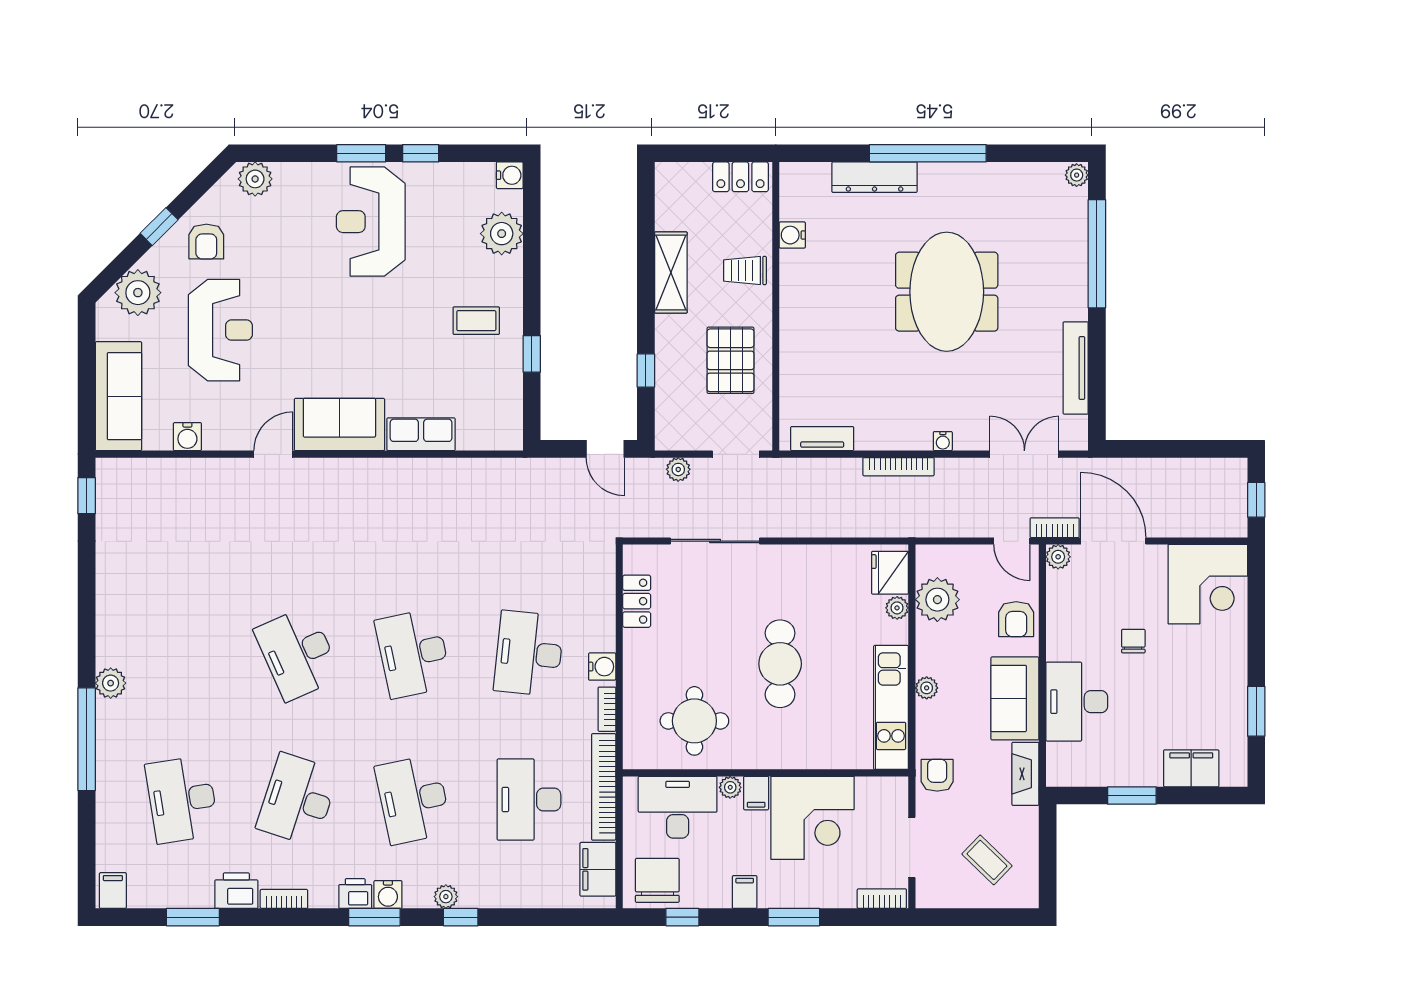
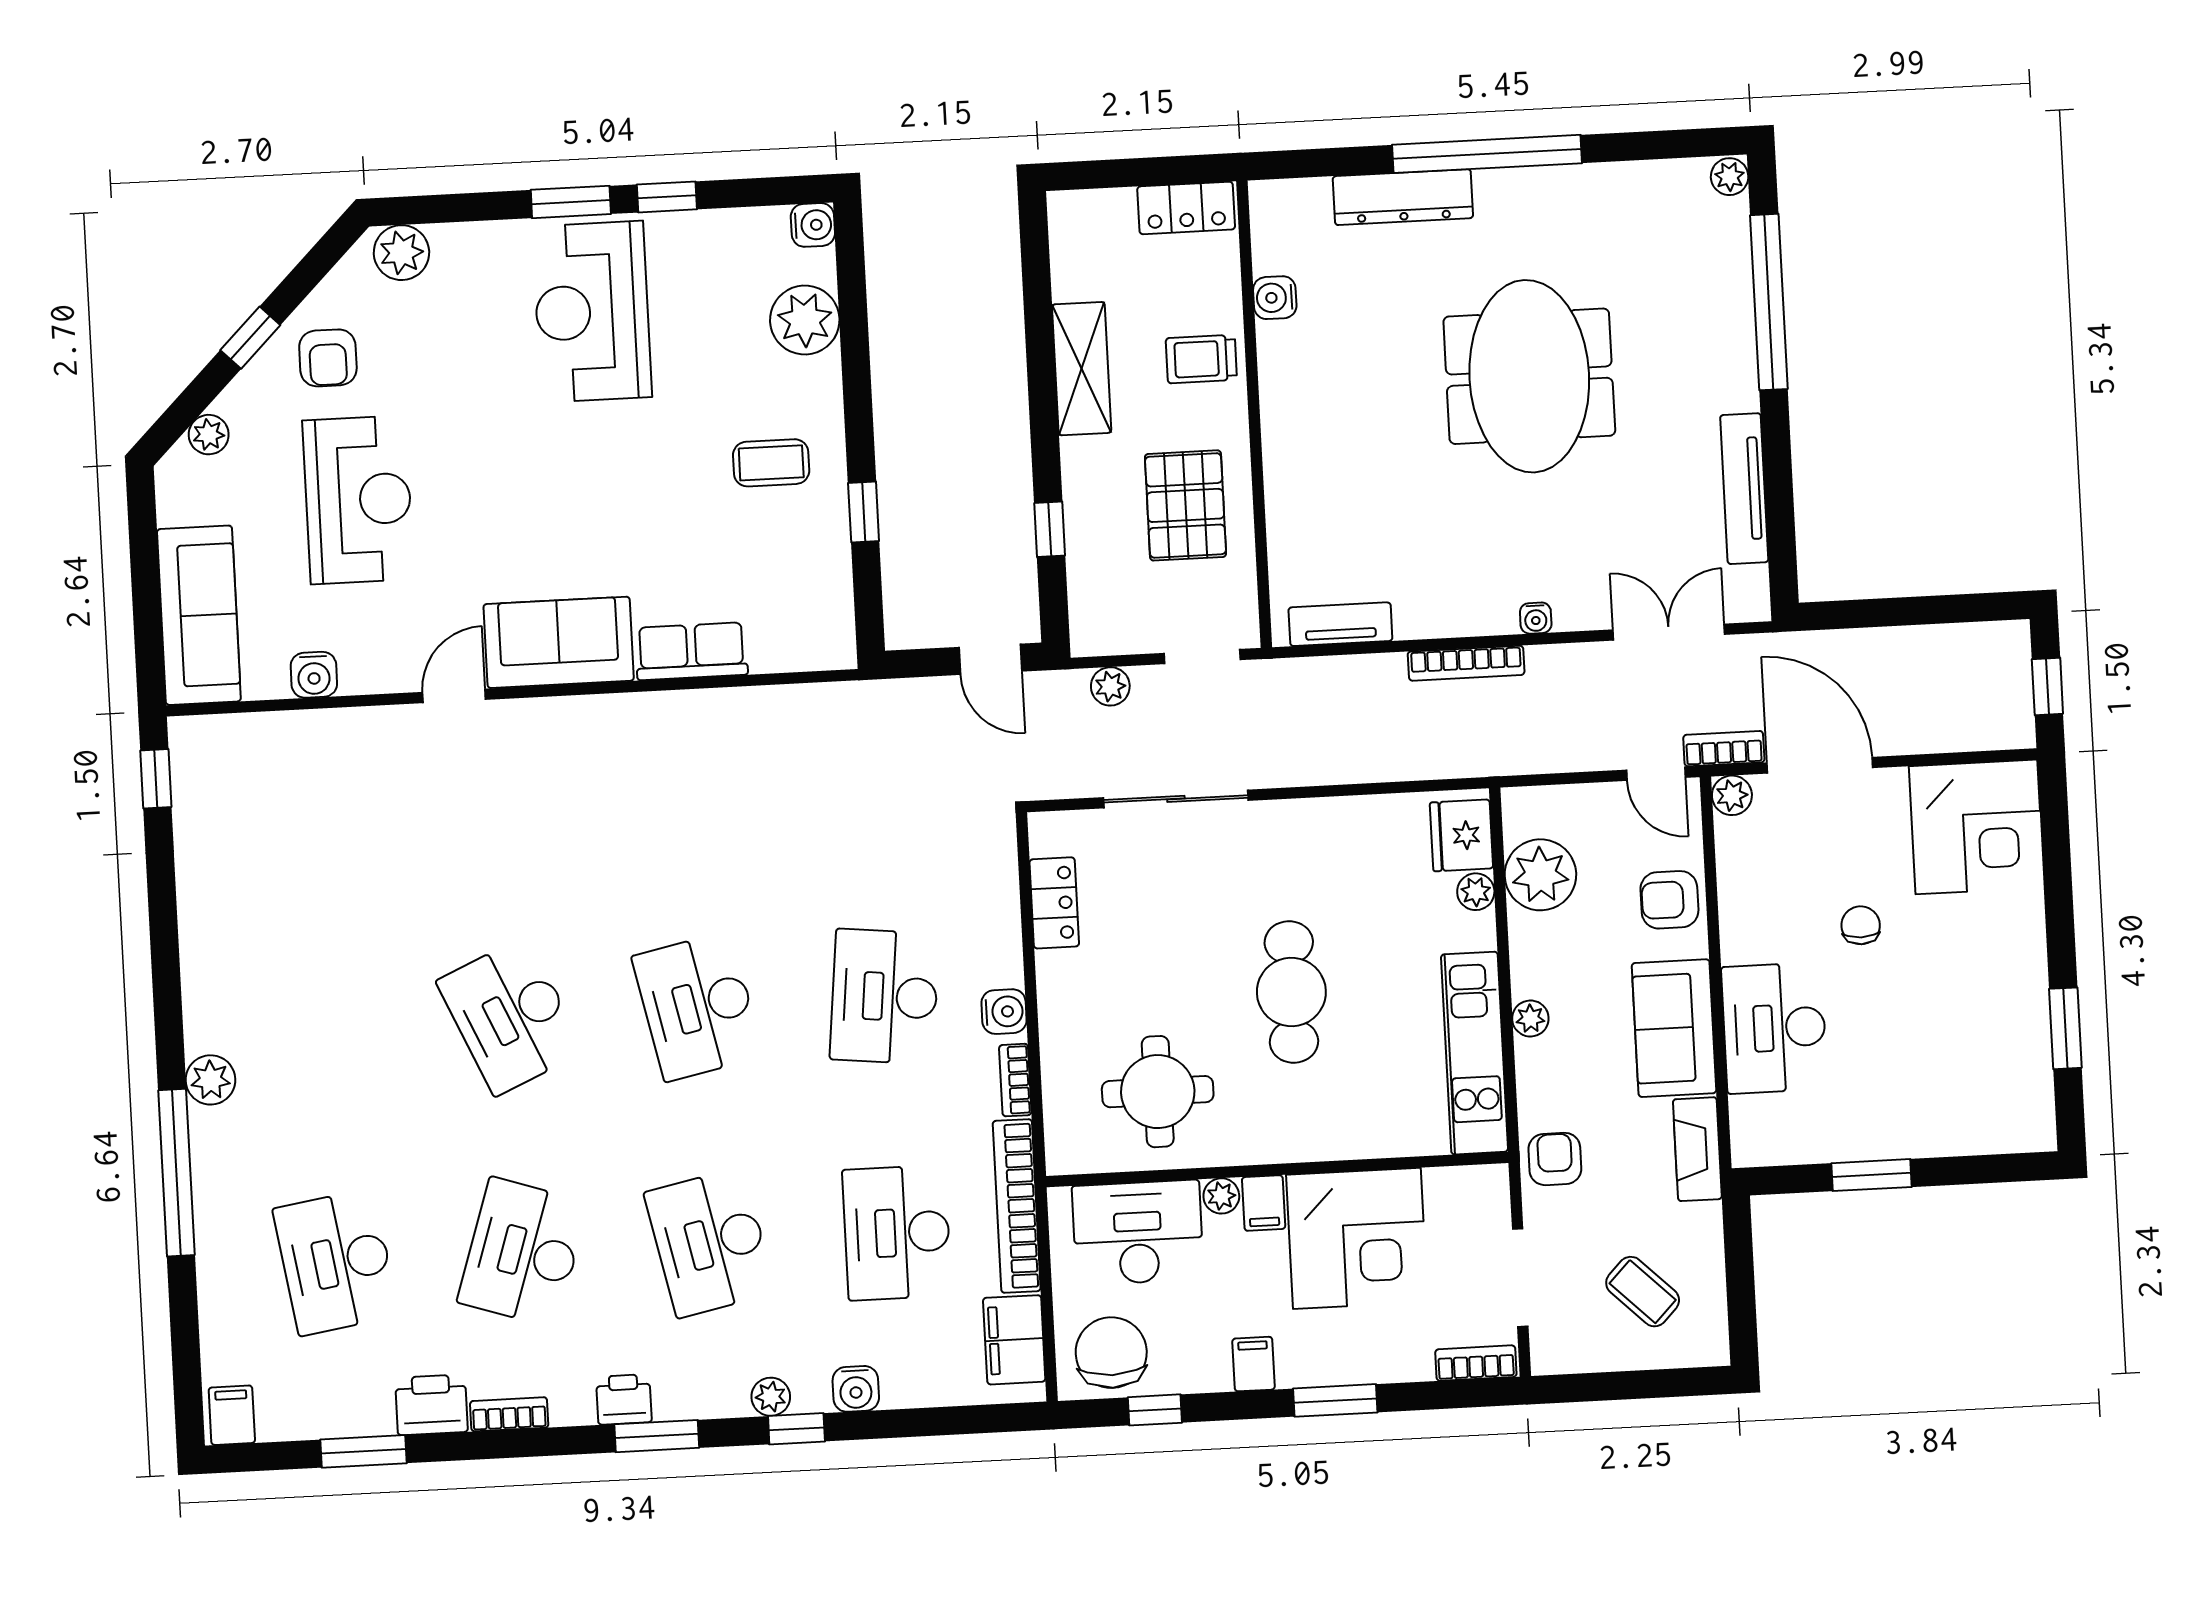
plant: (138, 293) -> (209, 435), width x0.53, depth x0.53
armchair: (1016, 619) -> (1669, 900), turned 90
filing cabinet: (1191, 768) -> (1965, 1126), removed
water cooler: (388, 895) -> (856, 1389), moved

